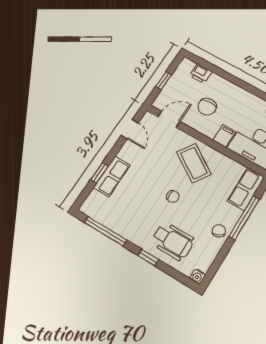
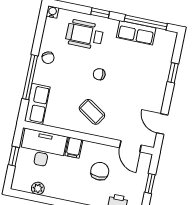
door: (169, 119) -> (130, 146), hinge flipped
coffee table: (194, 163) -> (92, 112), width x0.73, depth x0.77
row of seats: (112, 176) -> (136, 33), moved, turned -90

